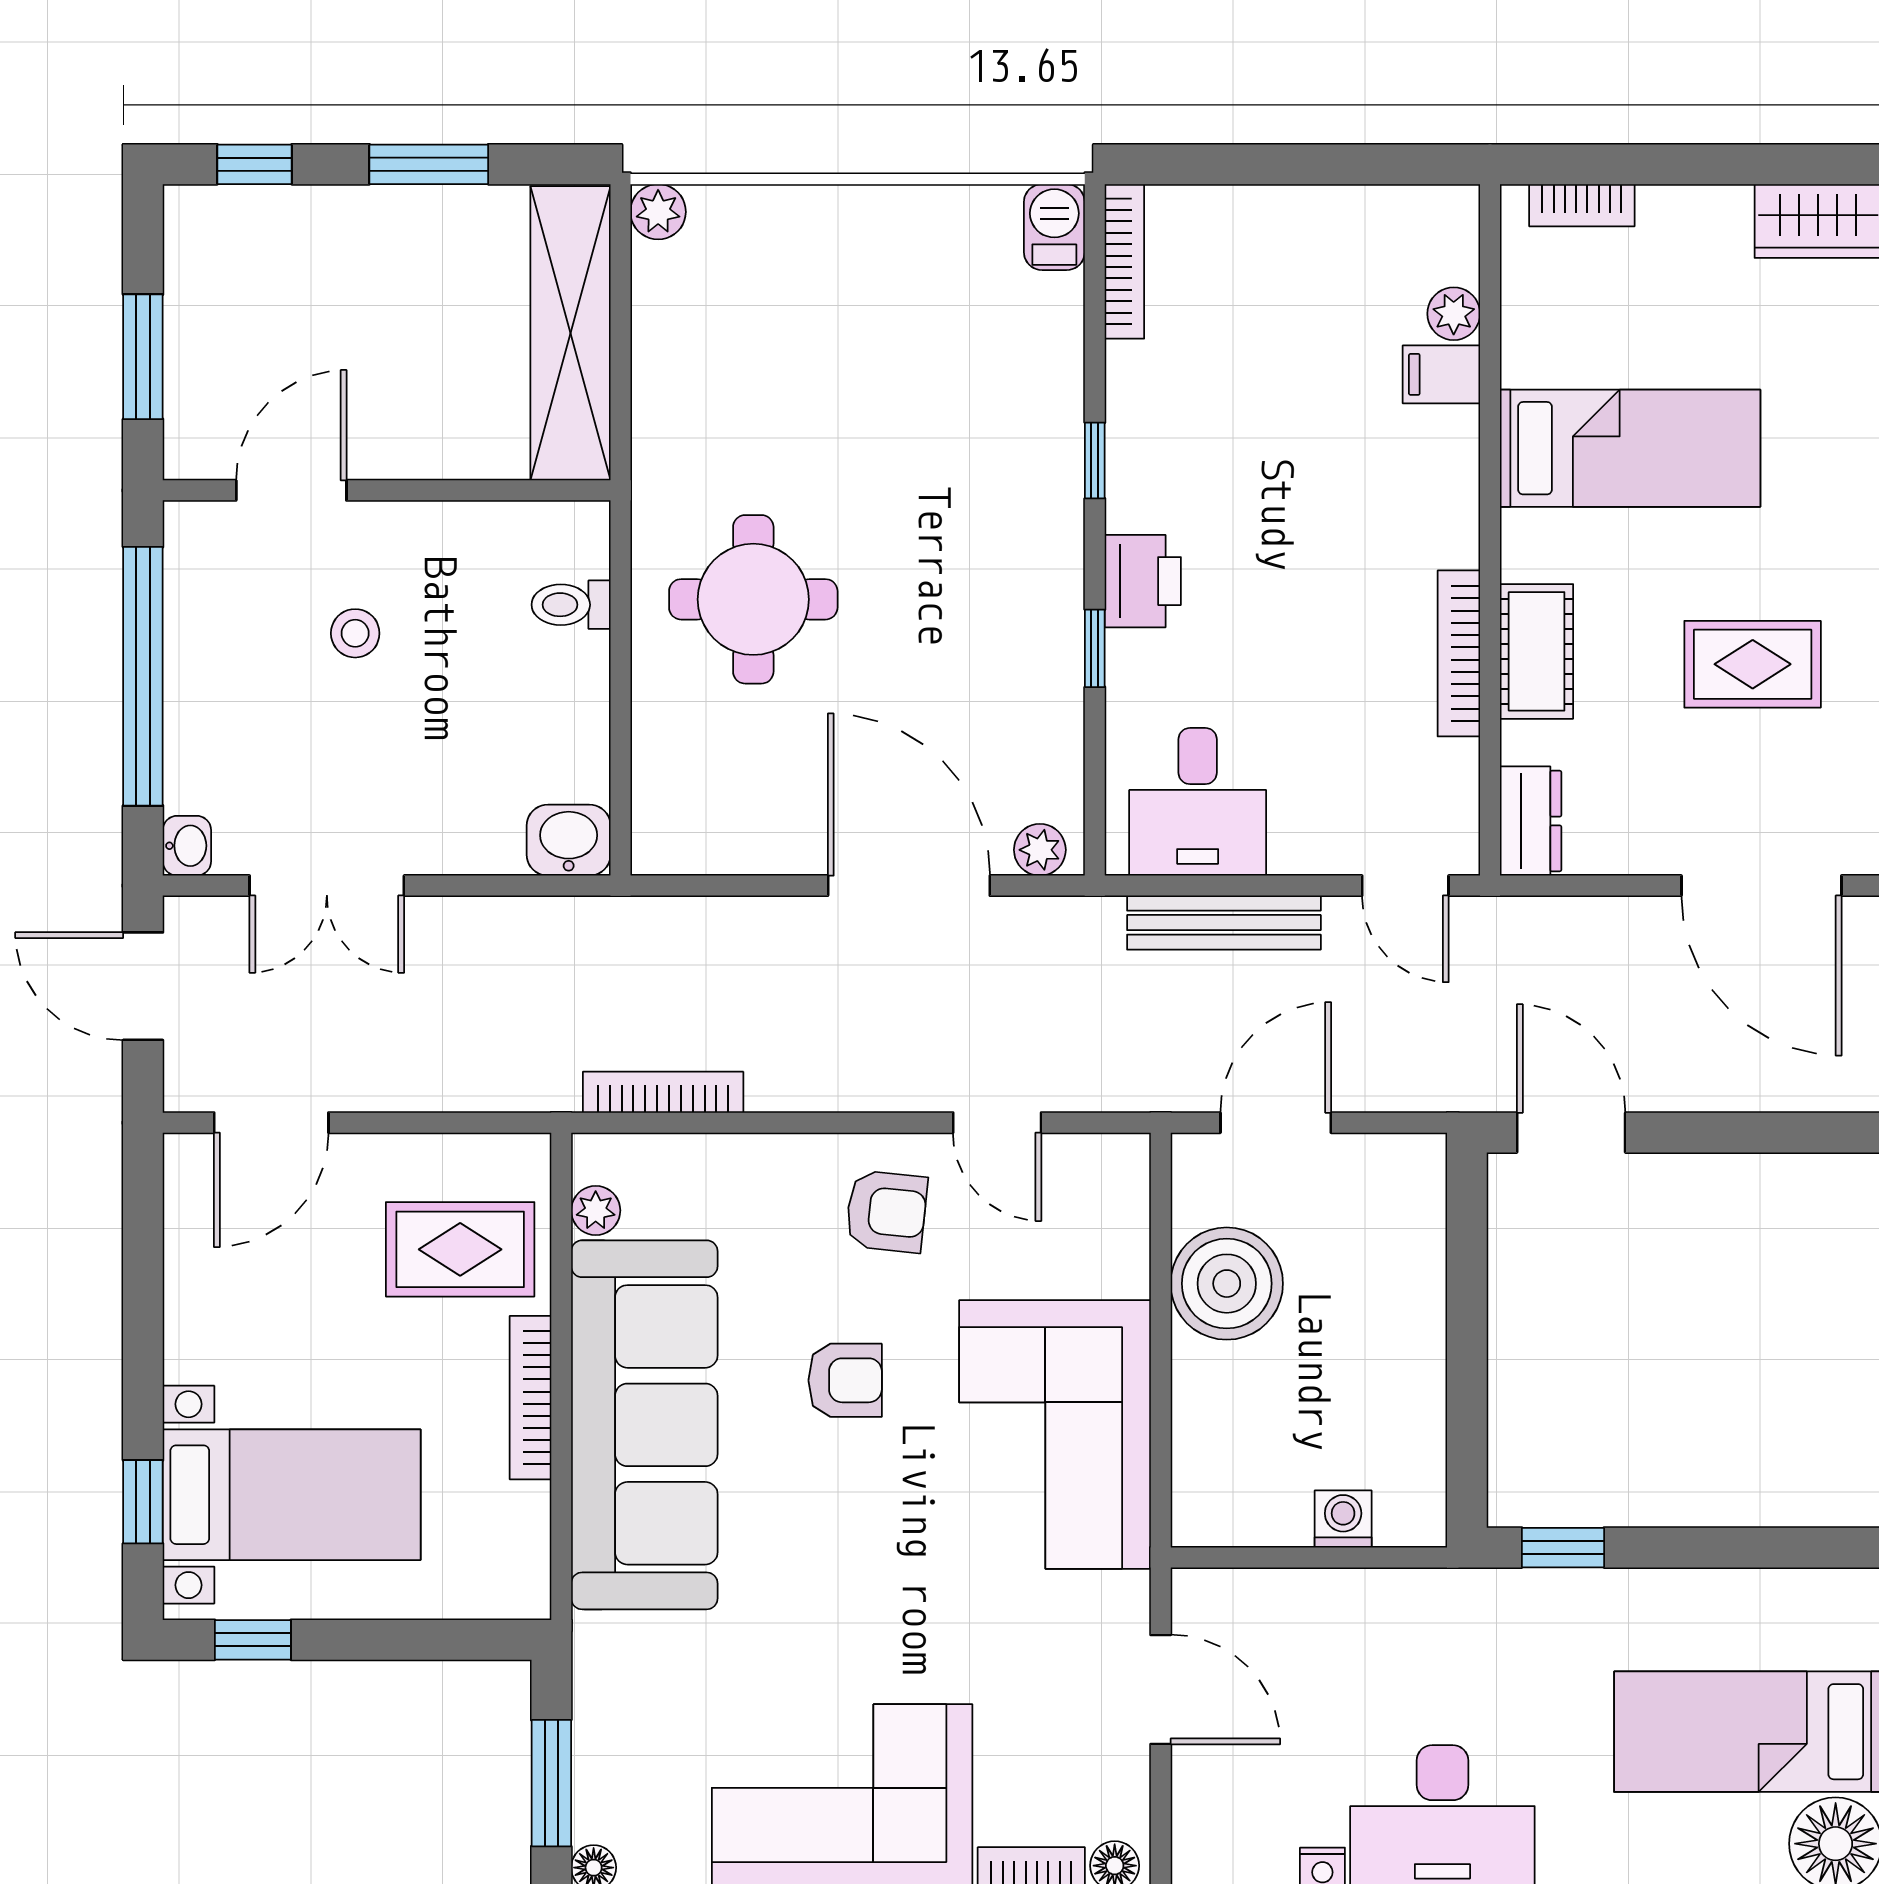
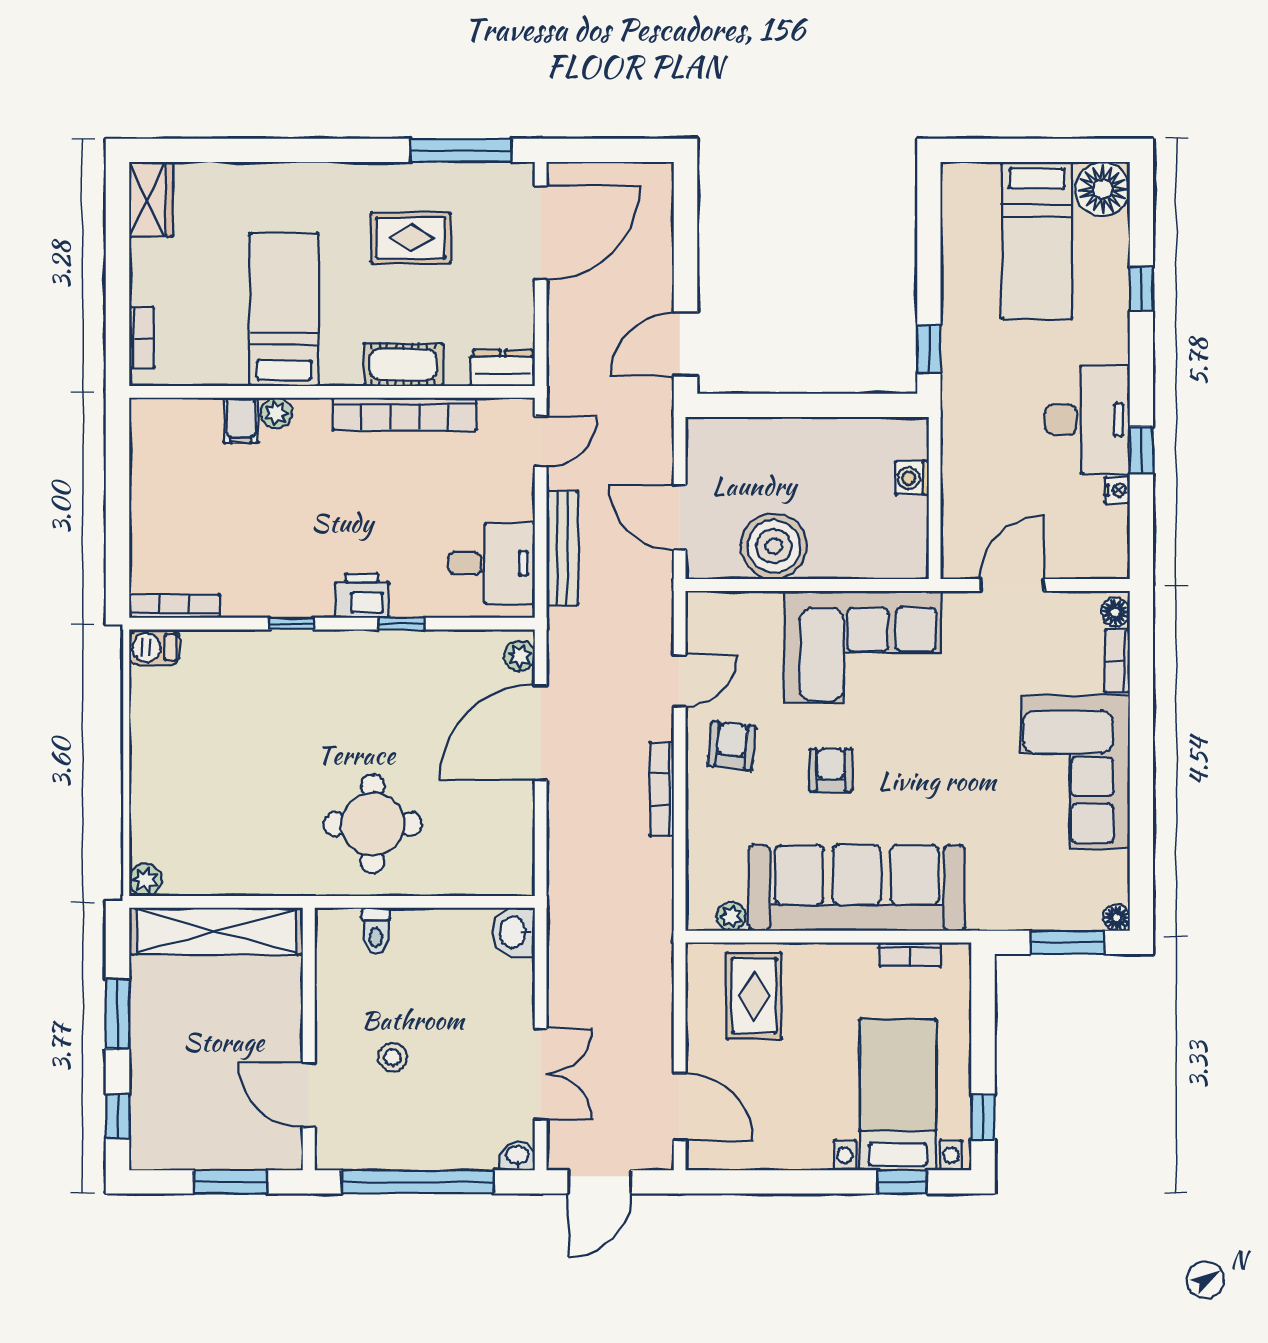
plant: (1454, 314) -> (276, 413), moved
bookcase: (1459, 653) -> (404, 414), width x1.48, depth x1.31
rug: (1753, 664) -> (411, 238), turned 90
bookcase: (663, 1092) -> (662, 789), moved
bookcase: (530, 1398) -> (910, 955), moved, width x0.64

